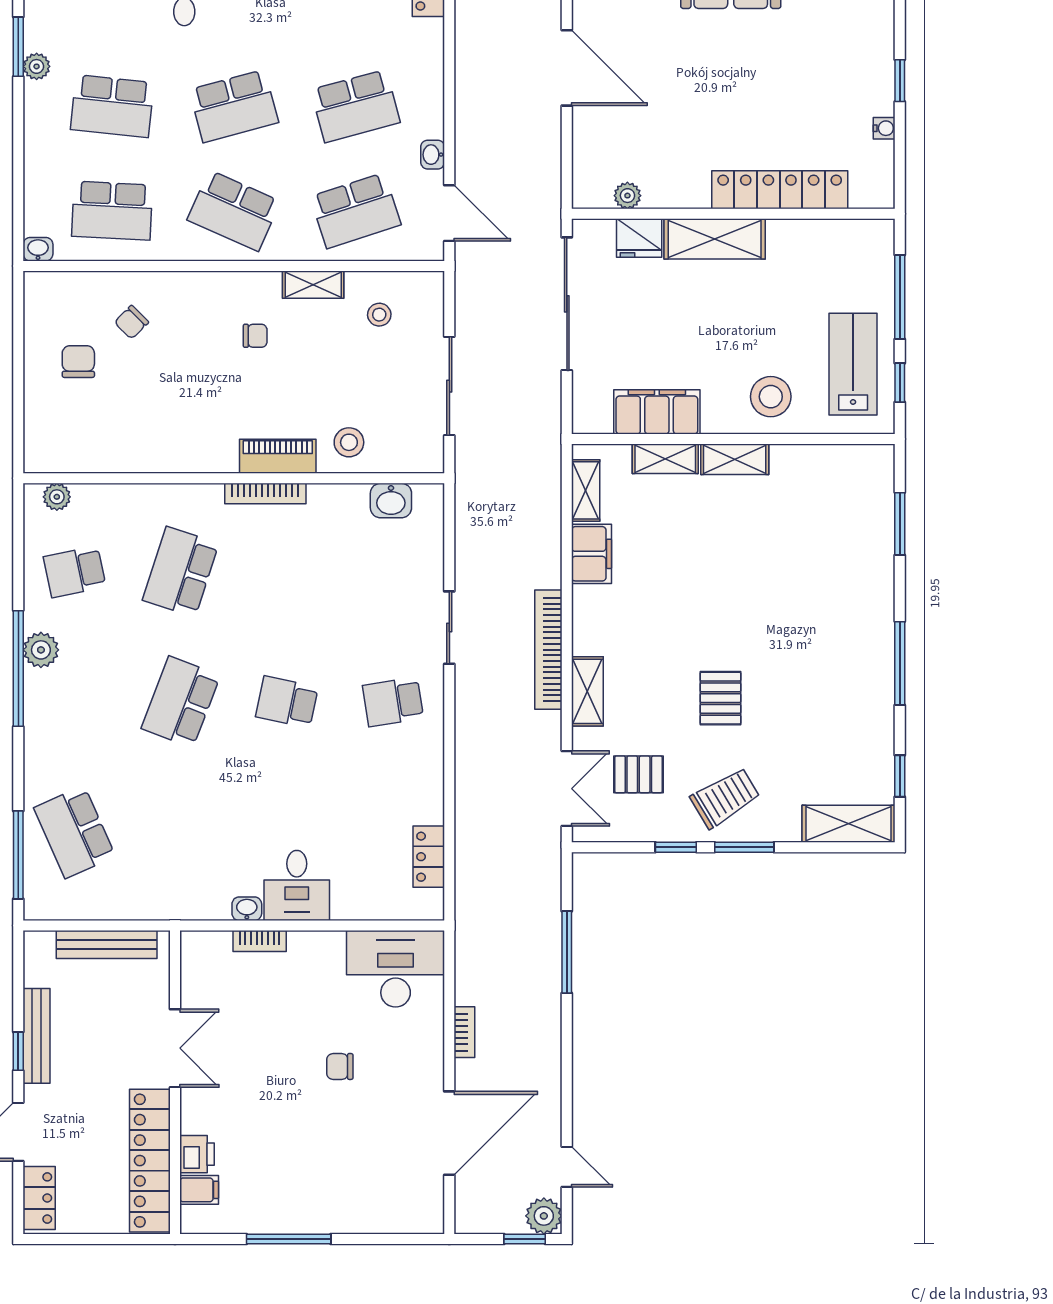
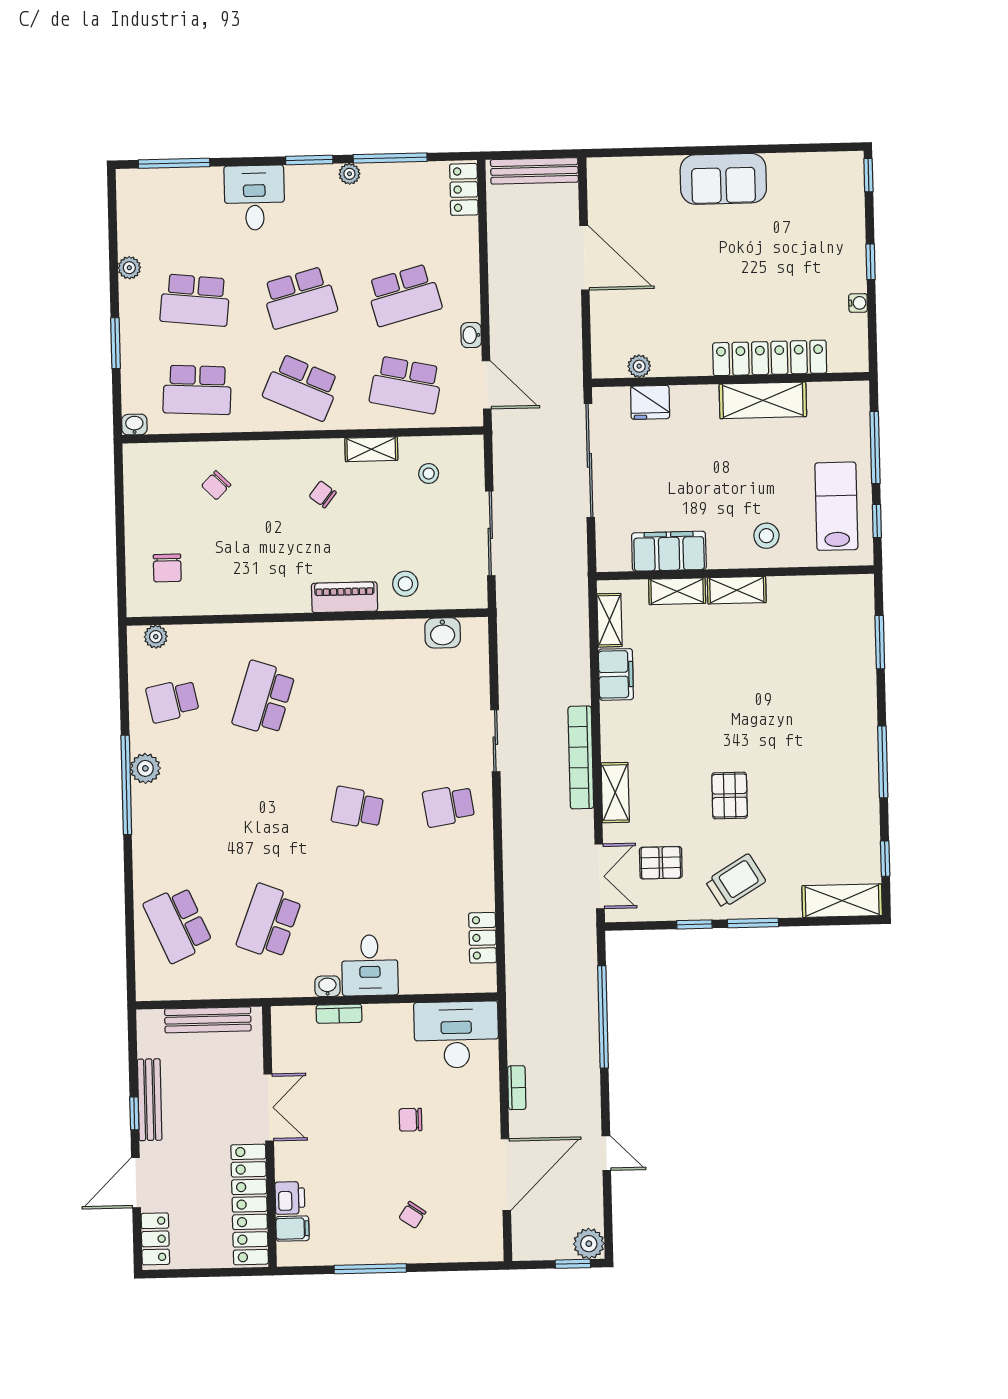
window: (18, 47) -> (116, 343), moved
school desk: (355, 211) -> (406, 385), turned 30
shelving: (715, 239) -> (763, 400), moved
chair: (255, 336) -> (323, 494), turned -142
chair: (78, 362) -> (167, 568), moved, turned 180
stool: (771, 397) -> (766, 536), width x0.73, depth x0.73
bookcase: (265, 494) -> (335, 629), removed
school desk: (181, 702) -> (269, 922), moved
window: (18, 855) -> (130, 945), removed
window: (567, 952) -> (603, 1017), width x1.46
door: (567, 1167) -> (606, 1153), moved
chair: (339, 1177) -> (412, 1215), added

